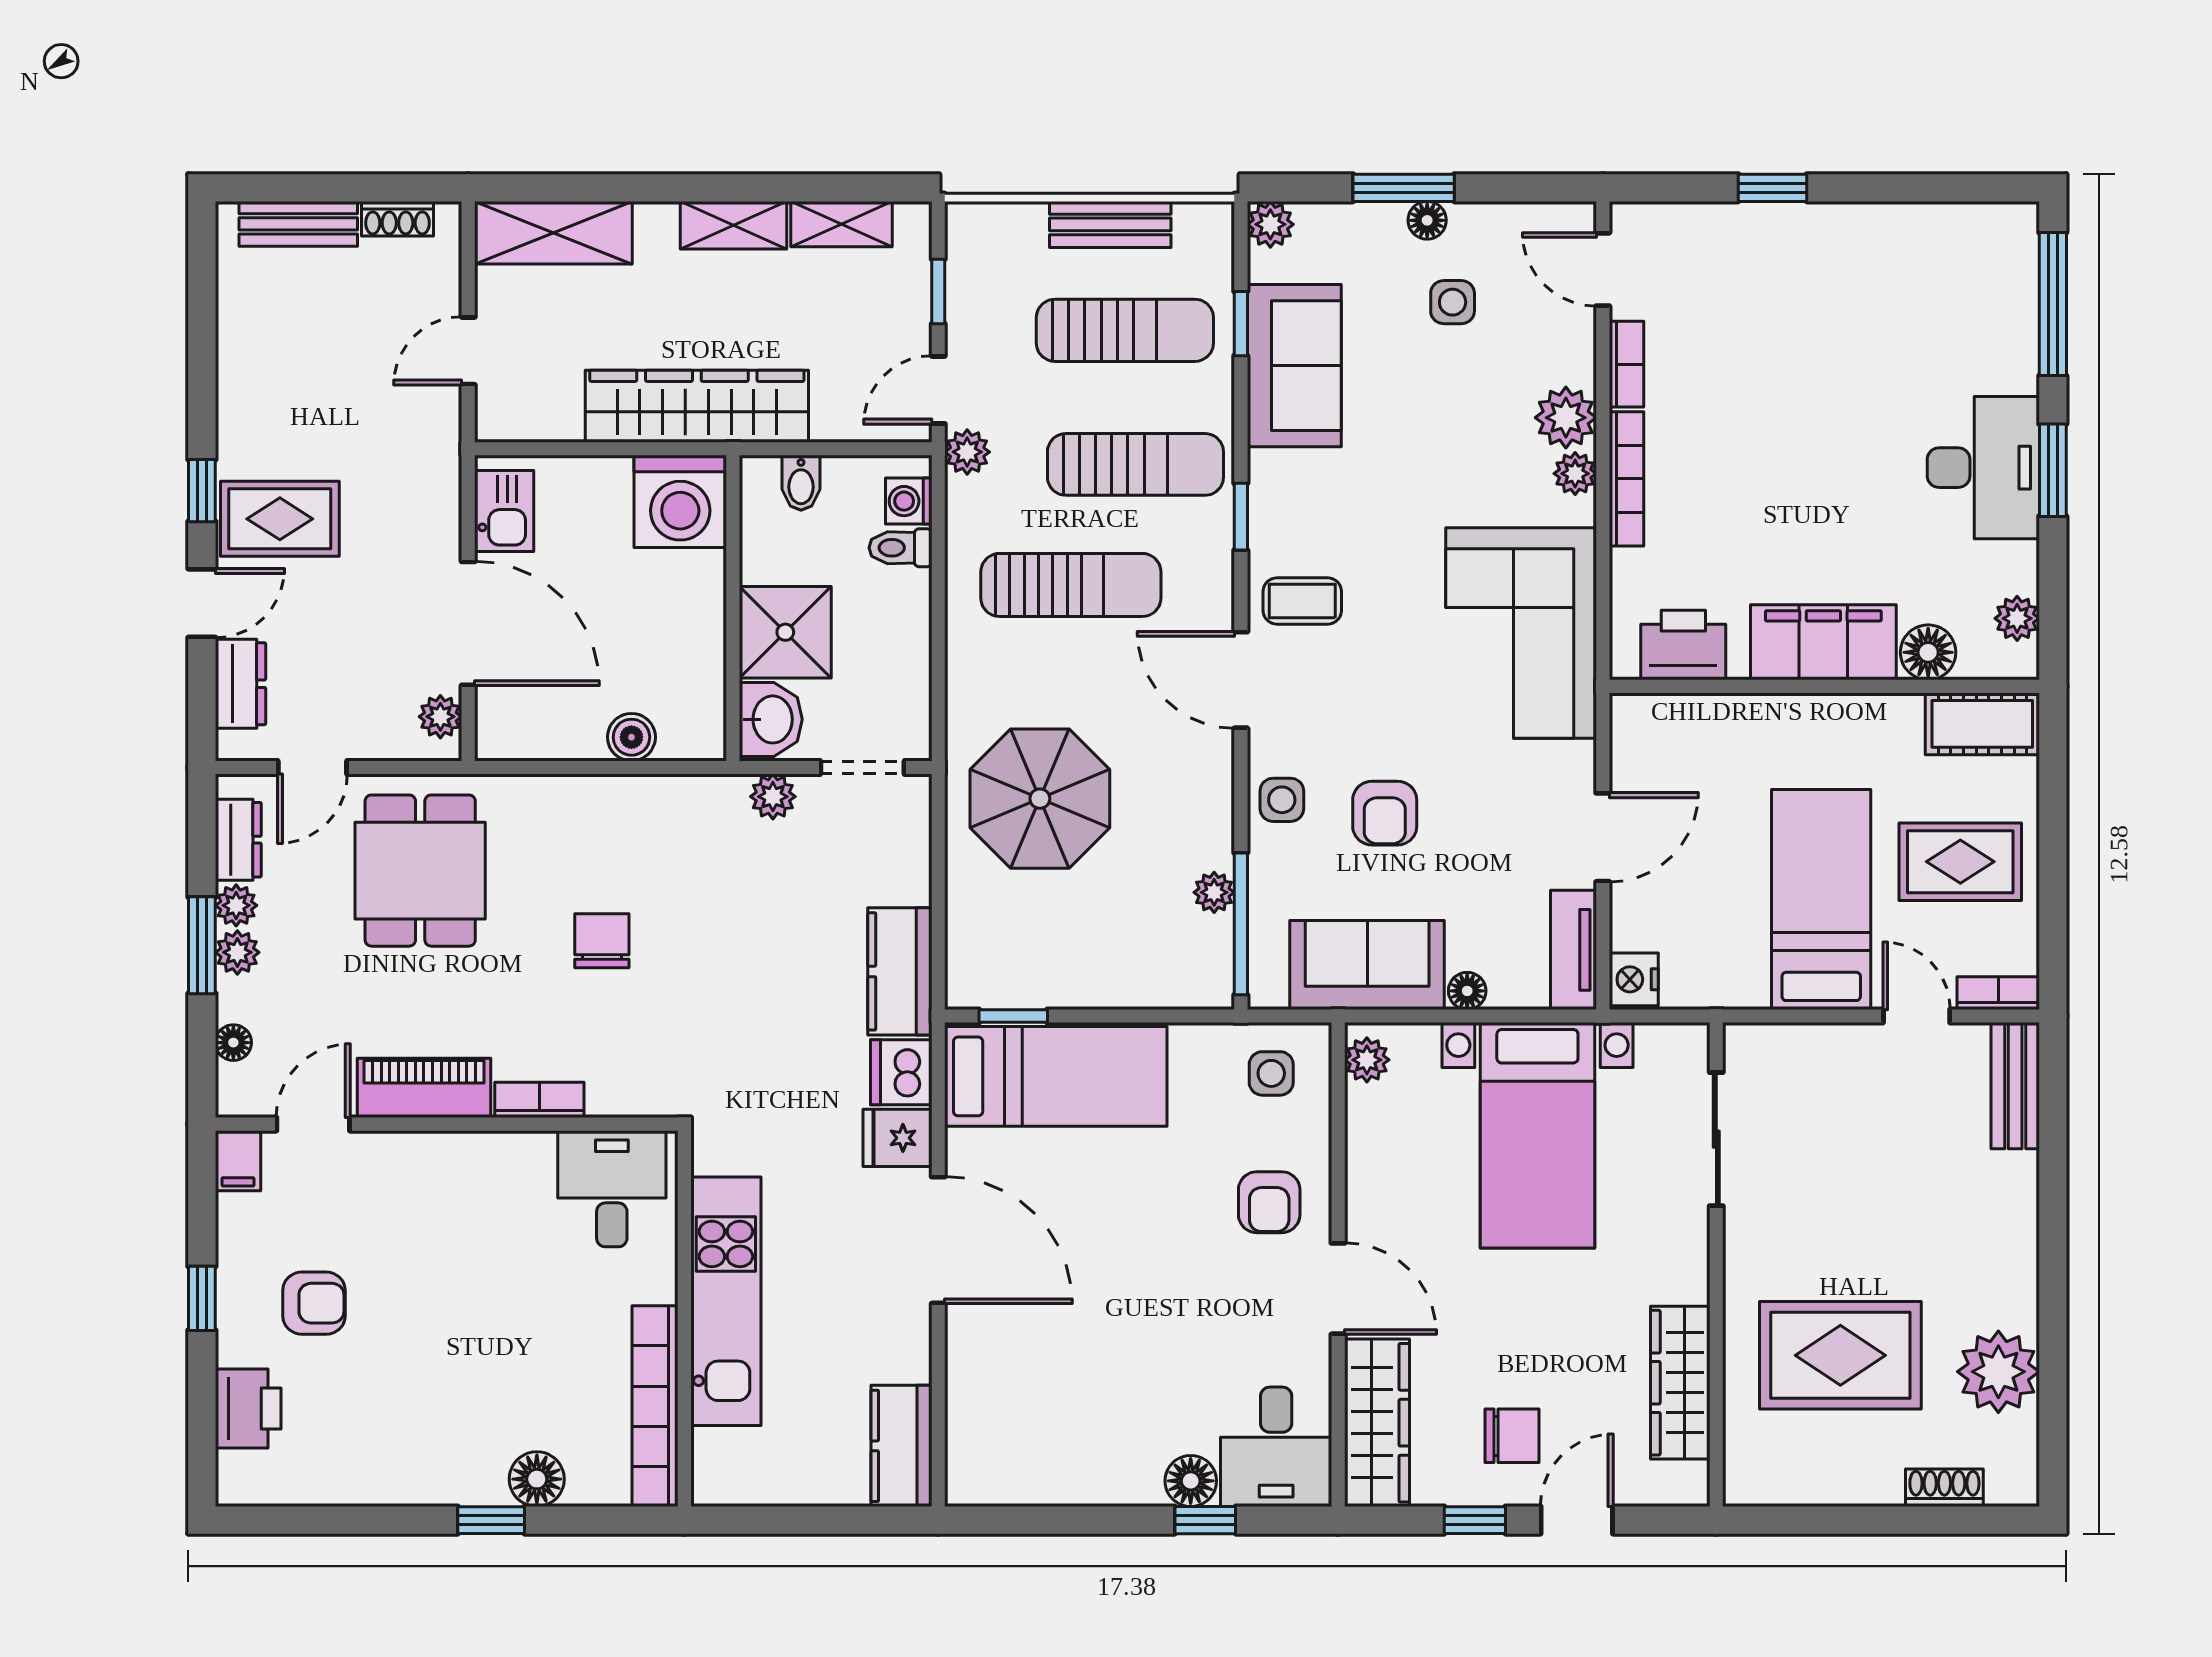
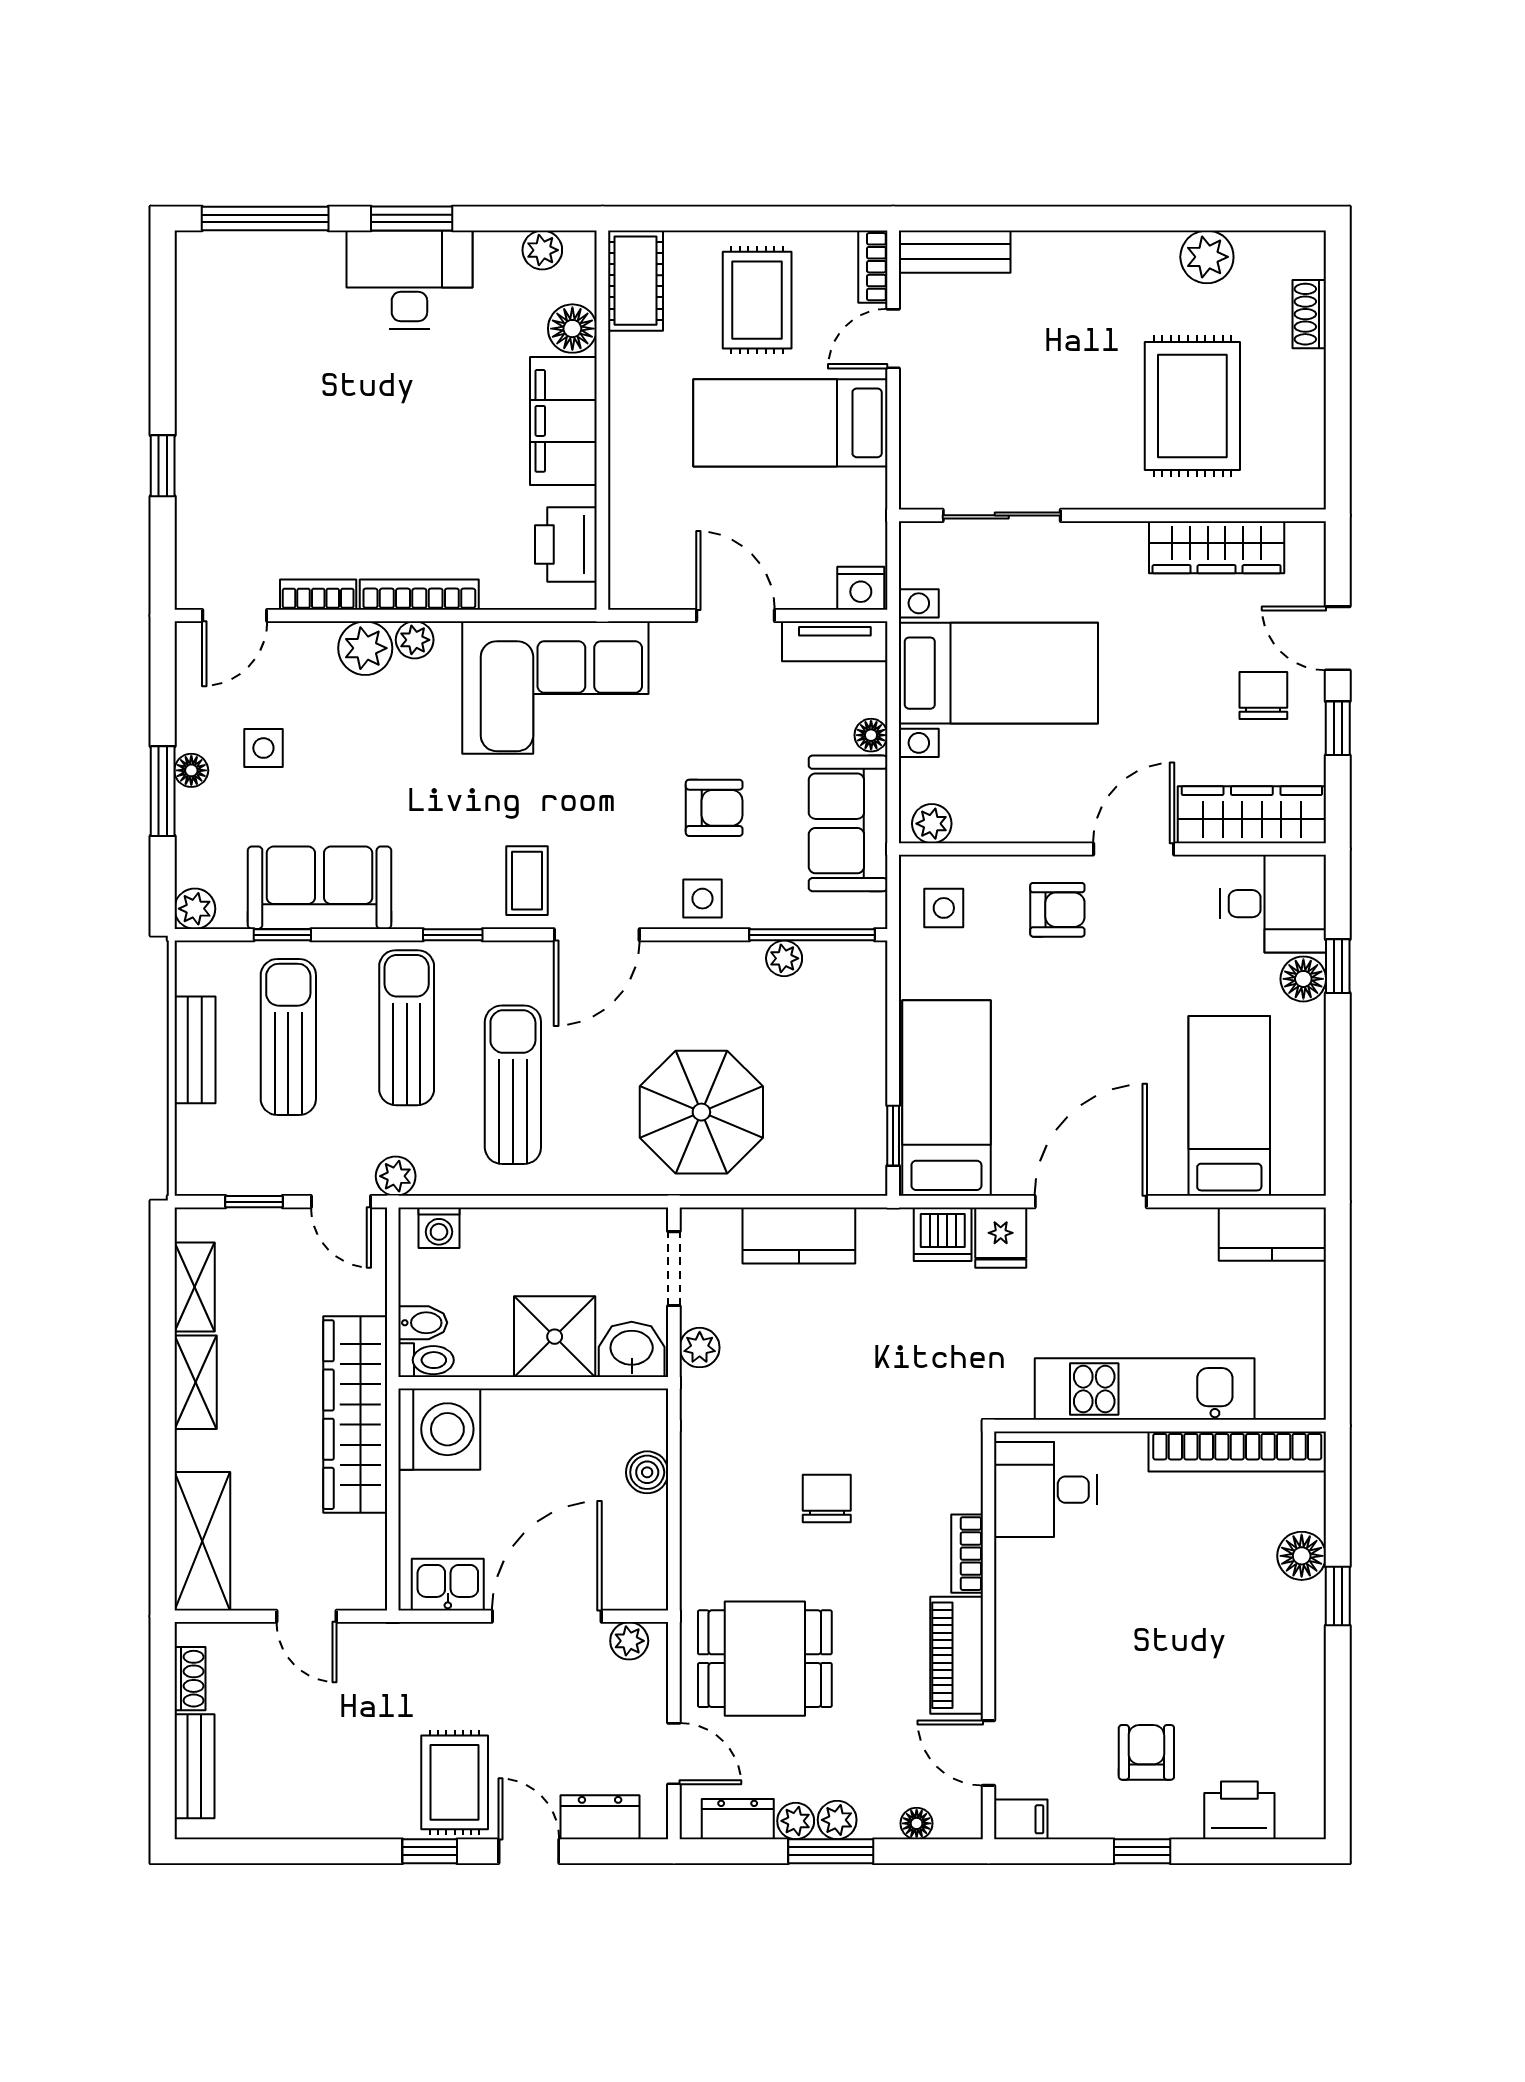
toilet: (900, 548) -> (426, 1360), moved, turned -90
chair: (602, 941) -> (827, 1498), turned 90
kitchen counter: (900, 971) -> (799, 1236), moved
plant: (1998, 1372) -> (1207, 257), width x0.73, depth x0.73
bed: (1047, 1397) -> (1229, 1106), added

